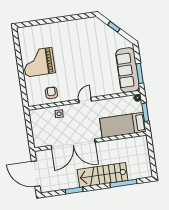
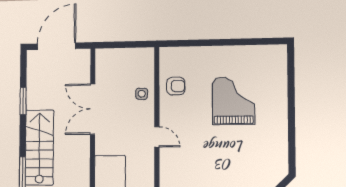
grand piano: (39, 62) -> (233, 101), moved
double door: (73, 144) -> (93, 109), width x0.73

